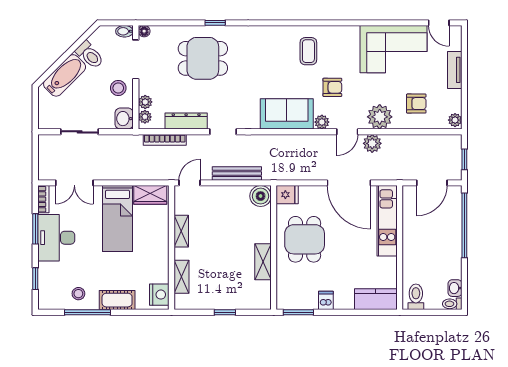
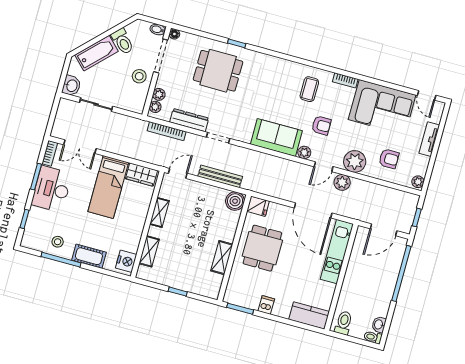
bookcase: (345, 31) -> (345, 80), added
washbasin: (124, 119) -> (72, 86), moved, turned 180

